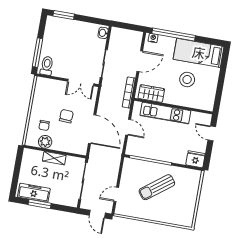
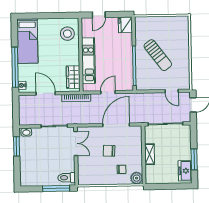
window: (64, 15) -> (17, 146), moved
stool: (187, 80) -> (67, 34), moved
plant: (45, 142) -> (137, 178), moved
freezer: (34, 193) -> (185, 171), width x0.71

